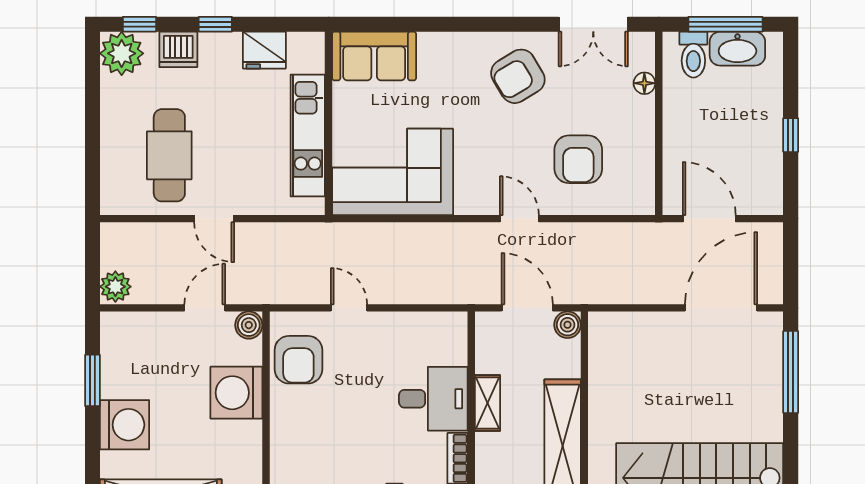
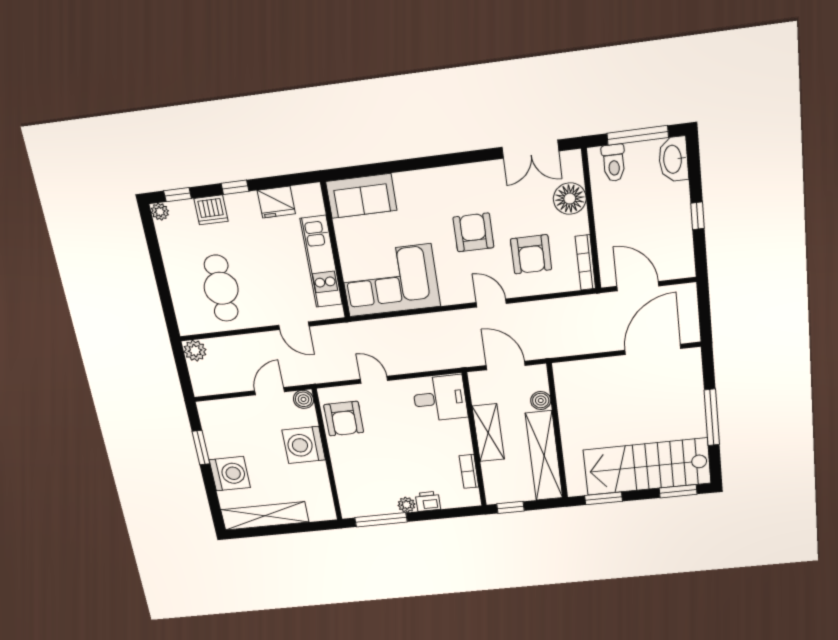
washbasin: (737, 49) -> (673, 159), moved, turned 90
plant: (122, 53) -> (160, 212), width x0.53, depth x0.53
armchair: (518, 76) -> (473, 232), moved, turned 121
floor lamp: (644, 83) -> (570, 199), width x1.89, depth x1.89
bookcase: (646, 179) -> (585, 262), added
door: (214, 219) -> (294, 326), moved
plant: (115, 287) -> (195, 351), moved
boiler: (568, 325) -> (541, 401), moved
window: (791, 372) -> (712, 417), moved
desk: (433, 399) -> (440, 398), moved
shelving: (487, 403) -> (488, 433), width x1.50, depth x1.33

